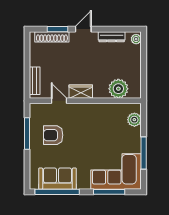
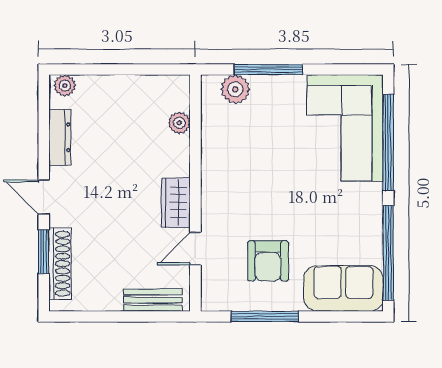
plant: (118, 89) -> (179, 123), width x0.53, depth x0.53
window: (144, 153) -> (268, 70), moved
sofa: (57, 179) -> (343, 288), moved, turned 90
window: (109, 192) -> (388, 142), width x1.46

